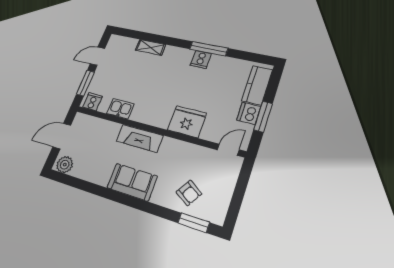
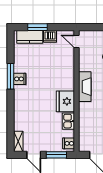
shelving: (150, 47) -> (18, 141), moved
window: (263, 117) -> (37, 27), moved
fridge: (187, 122) -> (65, 101), moved
fireplace: (140, 138) -> (85, 87), moved

